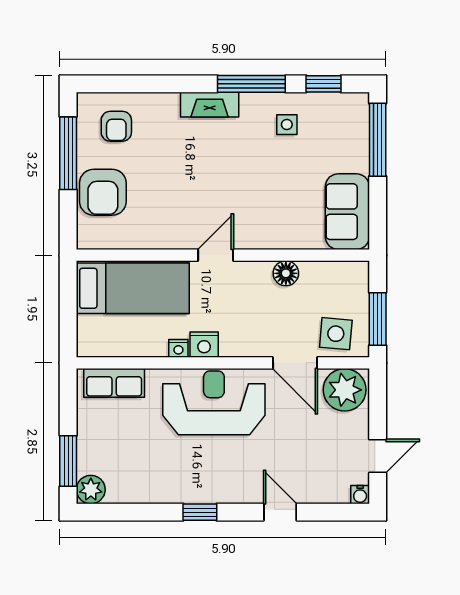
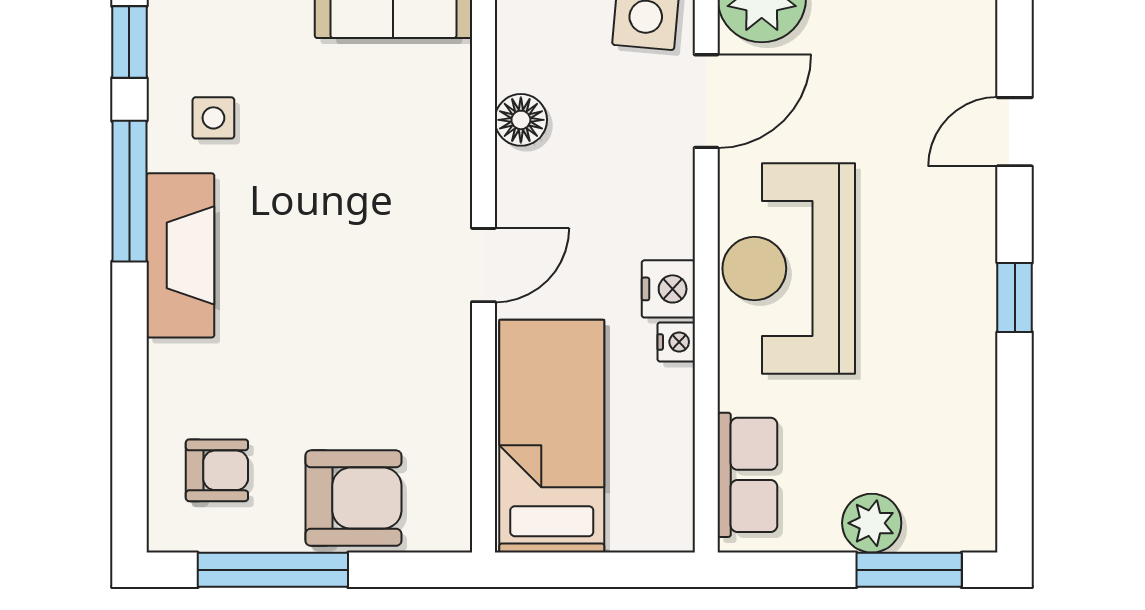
fireplace: (210, 105) -> (180, 255), width x1.37, depth x1.32
door: (216, 255) -> (483, 265), swing flipped
plant: (91, 490) -> (872, 523), moved

